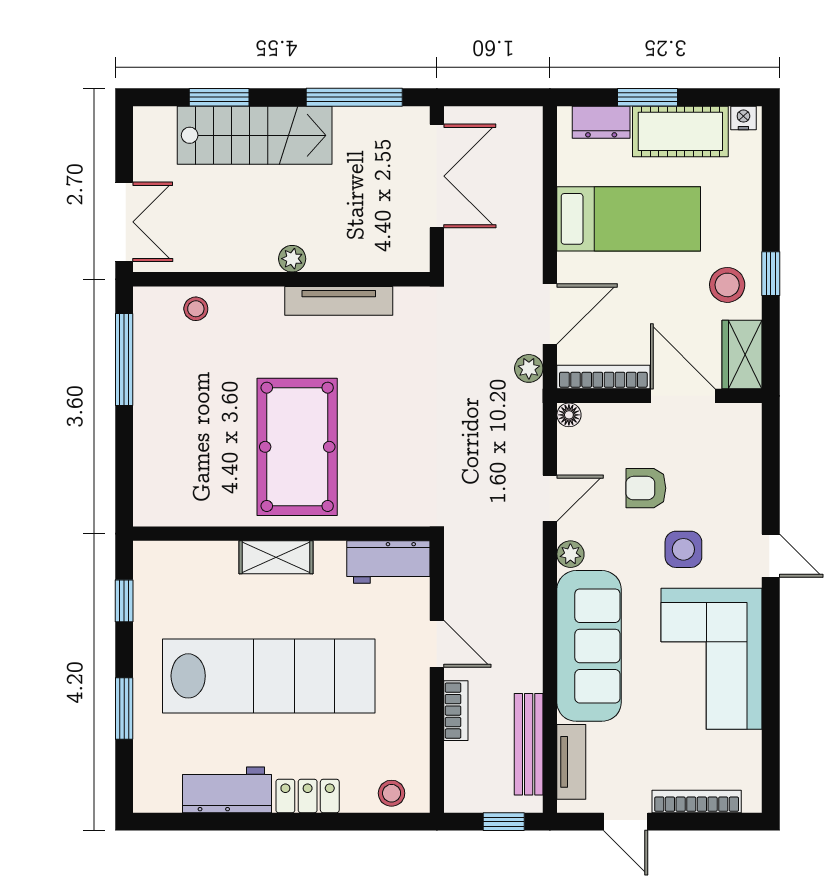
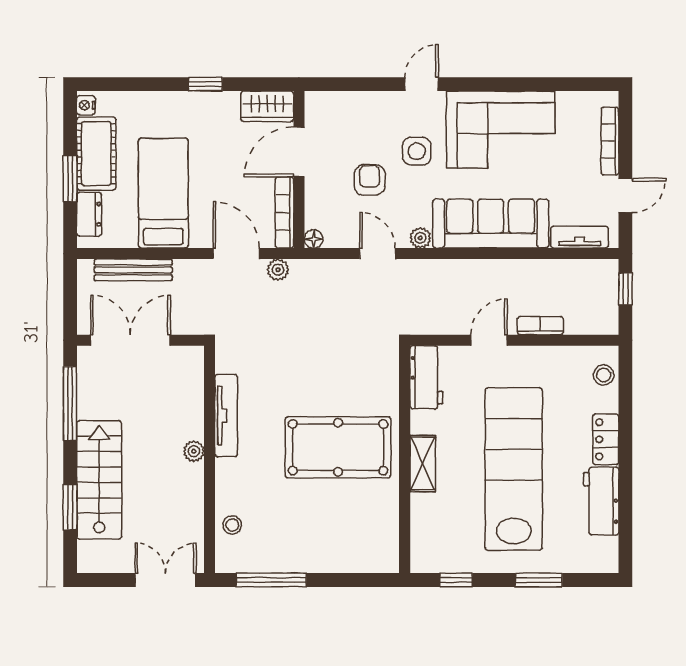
stool: (727, 285) -> (214, 118), removed
armchair: (646, 488) -> (370, 180), turned 180
bench: (529, 744) -> (133, 270), moved

